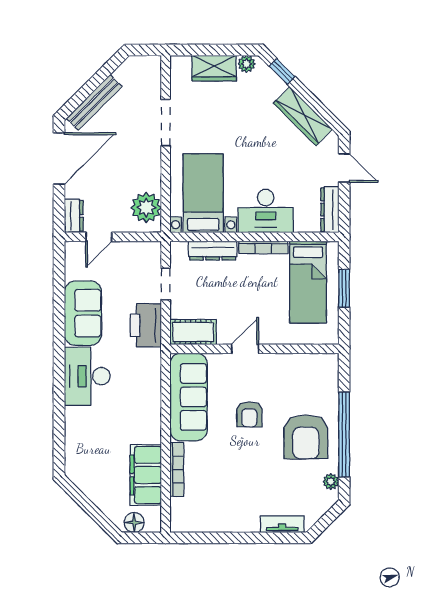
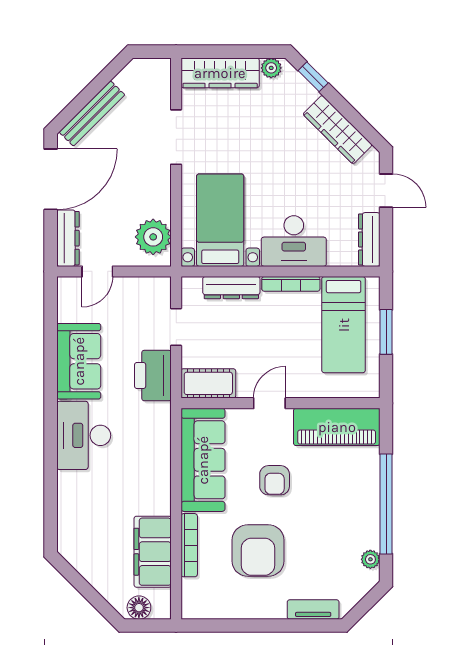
wardrobe: (214, 68) -> (220, 73), width x1.50
dresser: (74, 216) -> (68, 238), width x1.44
piano: (302, 369) -> (337, 427), added
armchair: (306, 437) -> (258, 551), moved

